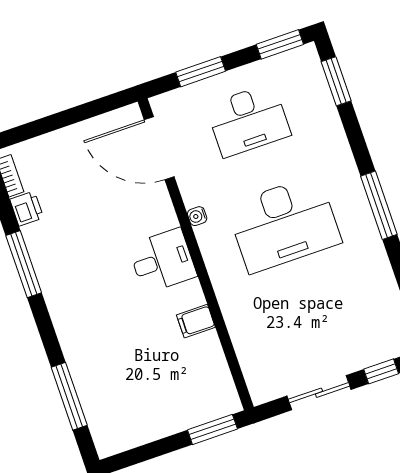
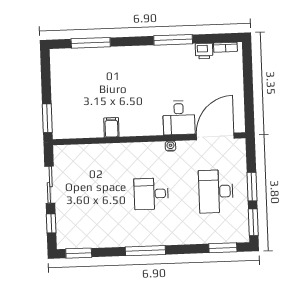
window: (201, 72) -> (252, 187), moved
desk: (284, 224) -> (151, 194), width x0.53, depth x0.77
desk: (162, 261) -> (179, 118), moved

